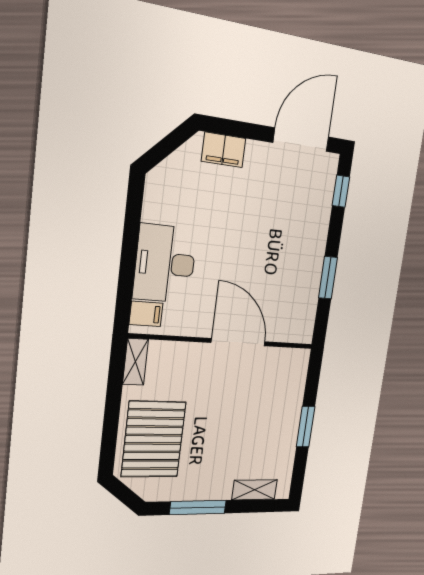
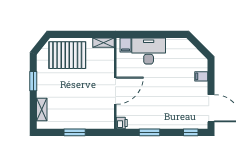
filing cabinet: (224, 150) -> (201, 76), width x0.50
printer: (302, 333) -> (122, 123), added
window: (198, 507) -> (33, 81), width x0.69

